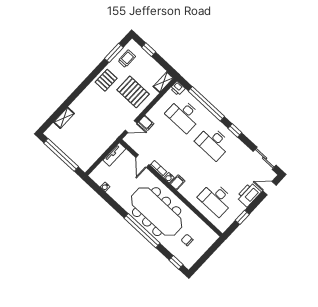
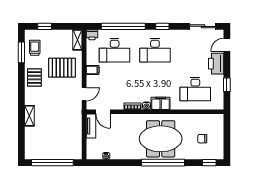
shelving: (64, 118) -> (29, 116), moved
filing cabinet: (146, 123) -> (93, 70), moved
door: (142, 161) -> (103, 112), moved
filing cabinet: (177, 182) -> (161, 103), width x2.00
meeting table: (157, 212) -> (161, 139), width x0.73

